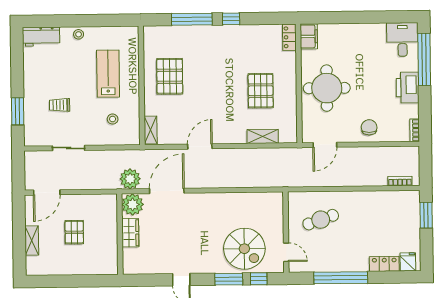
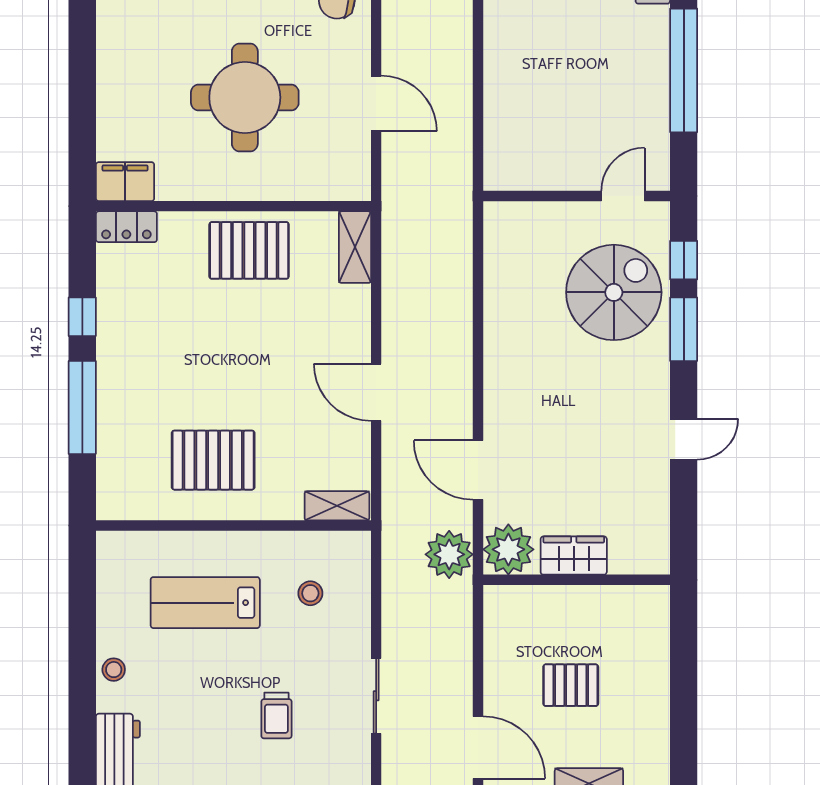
filing cabinet: (309, 36) -> (125, 182), moved
locker: (289, 37) -> (126, 227), moved
wall: (299, 83) -> (233, 206), moved
door: (167, 191) -> (478, 470), width x0.73
cafe table: (321, 220) -> (549, 115), removed

